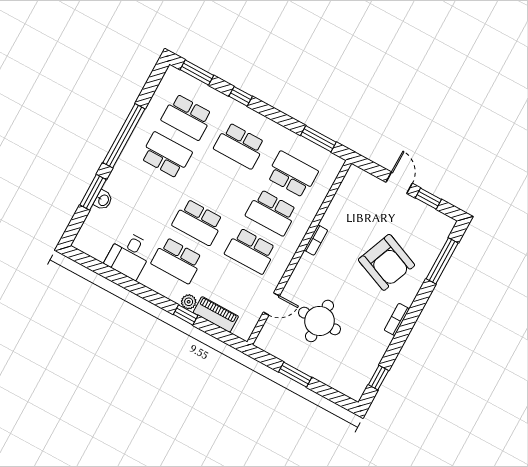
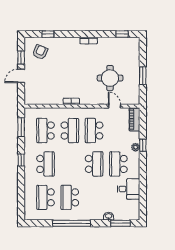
window: (197, 72) -> (21, 204), removed
window: (241, 96) -> (21, 160), moved
school desk: (187, 117) -> (45, 197), turned 180
window: (93, 192) -> (120, 223), moved
school desk: (251, 251) -> (94, 131), turned 180
school desk: (177, 260) -> (118, 164), turned 180
window: (442, 261) -> (48, 34), width x0.46
armchair: (387, 262) -> (40, 52), moved, width x0.53, depth x0.53
piano: (216, 314) -> (134, 119), moved

